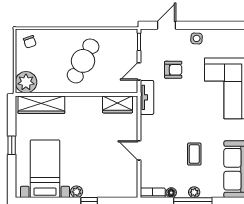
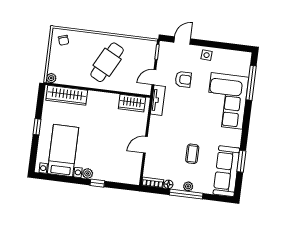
plant: (26, 82) -> (51, 78), width x0.53, depth x0.53
door: (139, 150) -> (145, 145), hinge flipped

